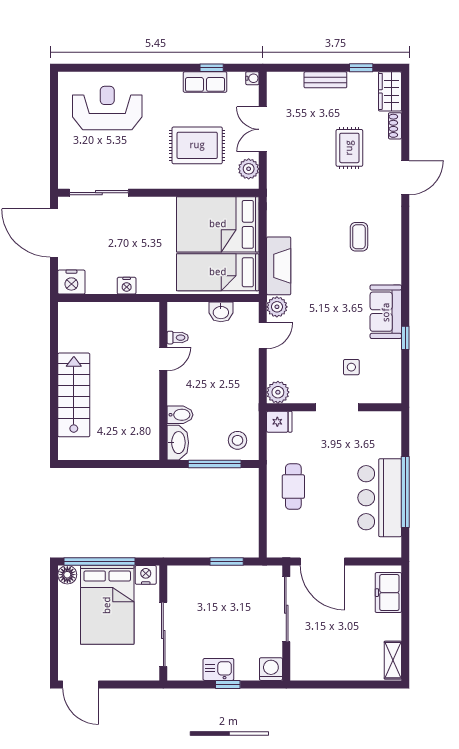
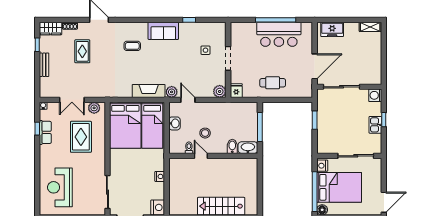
rug: (349, 148) -> (82, 51), turned 90
sofa: (386, 312) -> (163, 31), moved
stool: (238, 440) -> (205, 133), moved

